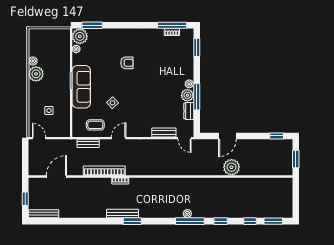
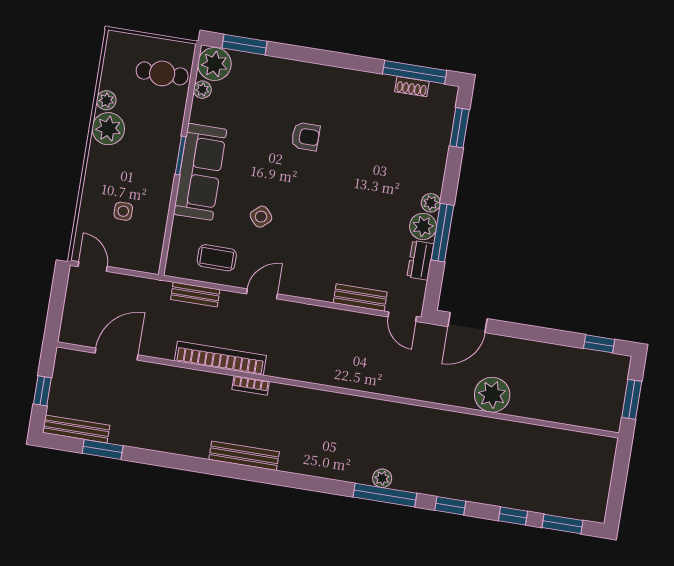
cafe table: (57, 45) -> (162, 73), added
door: (227, 136) -> (468, 323), moved
window: (132, 221) -> (103, 449), moved

